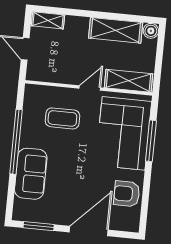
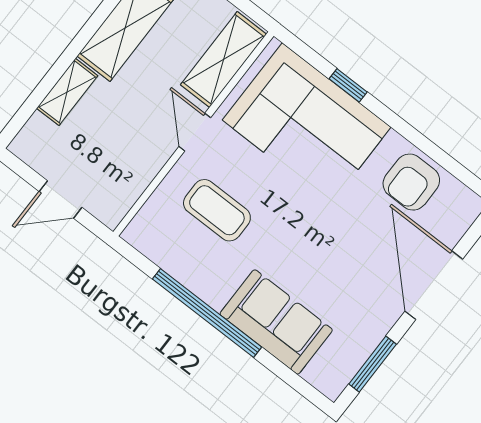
shelving: (48, 20) -> (67, 92), moved
coffee table: (62, 118) -> (217, 210), turned 90
window: (151, 141) -> (348, 85), width x0.46

